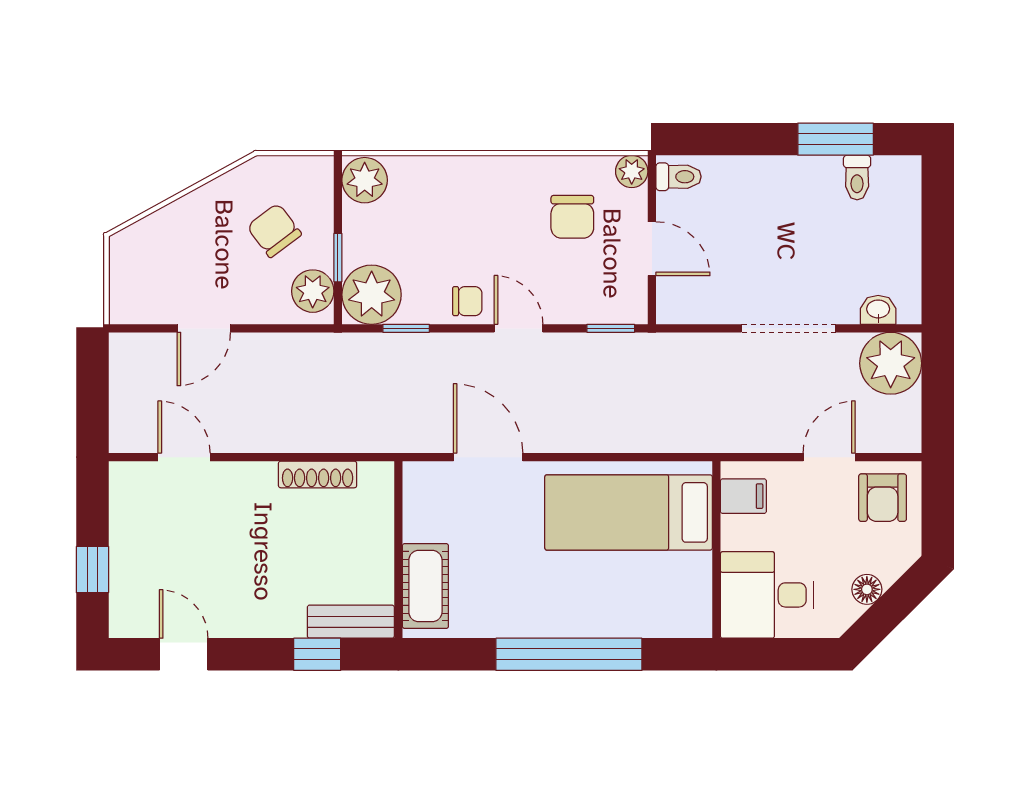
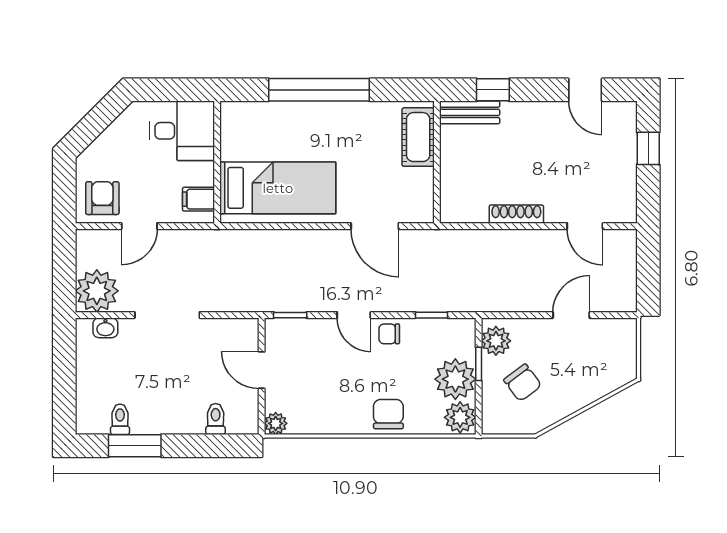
toilet: (678, 177) -> (216, 419), moved, turned 90
chair: (572, 217) -> (388, 414), moved
plant: (372, 295) -> (455, 379), moved
shoe rack: (318, 474) -> (516, 214), moved
floor lamp: (867, 589) -> (113, 135), removed

